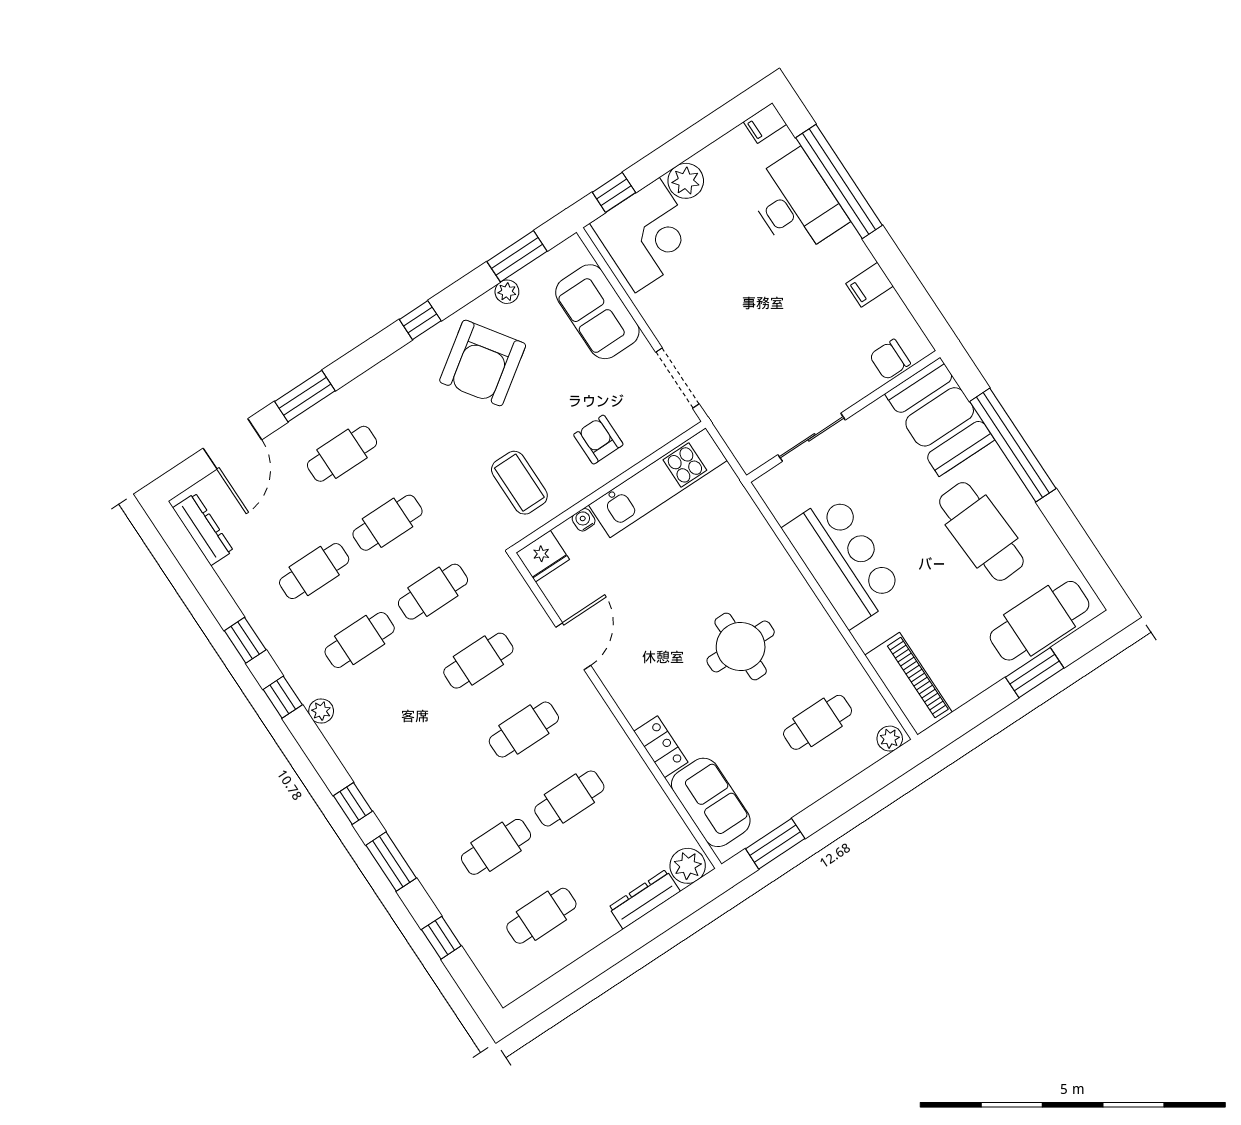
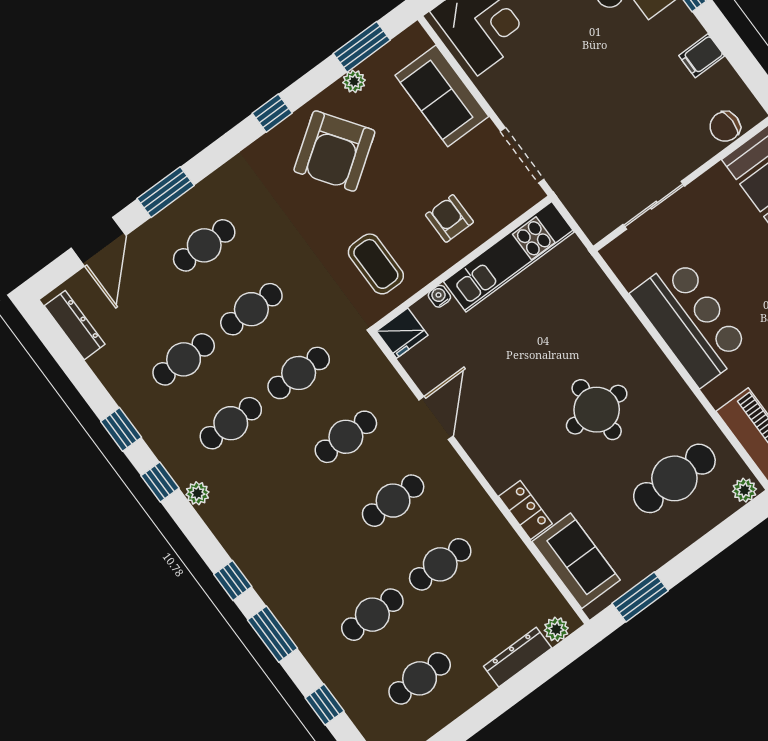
cafe table: (818, 722) -> (674, 478), width x1.37, depth x1.35
plant: (688, 866) -> (556, 629), width x0.73, depth x0.73

